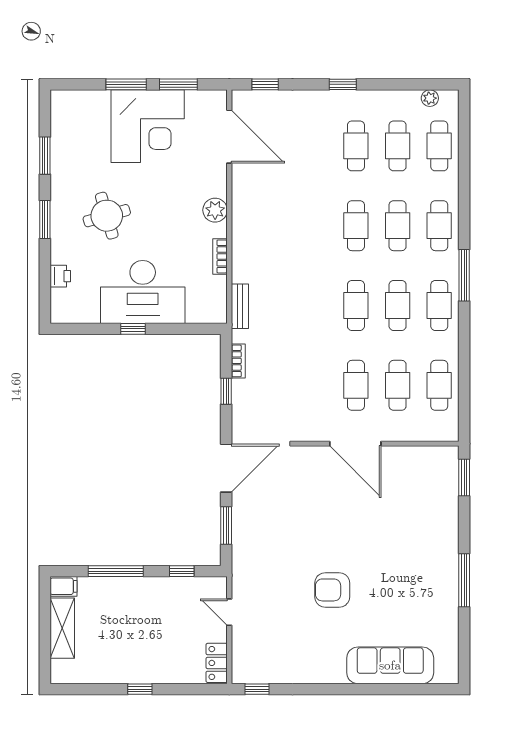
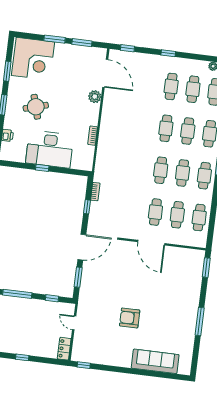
corner desk: (148, 126) -> (33, 59), moved
plant: (215, 210) -> (95, 97), moved
bench: (240, 306) -> (100, 163), removed

